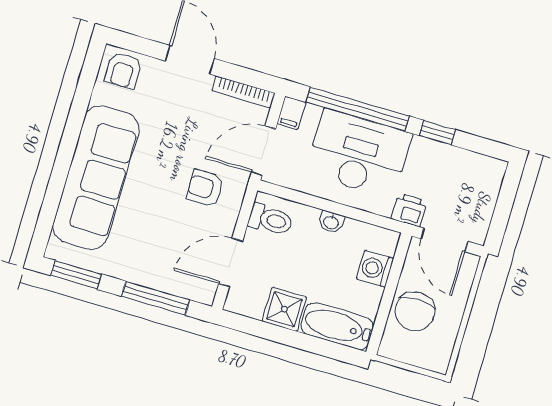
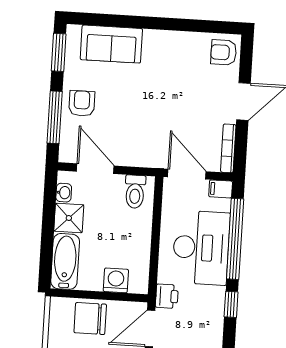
sofa: (96, 178) -> (111, 44), width x0.54, depth x0.79
armchair: (205, 188) -> (82, 103), moved
washbasin: (331, 222) -> (64, 193), moved, turned 180

